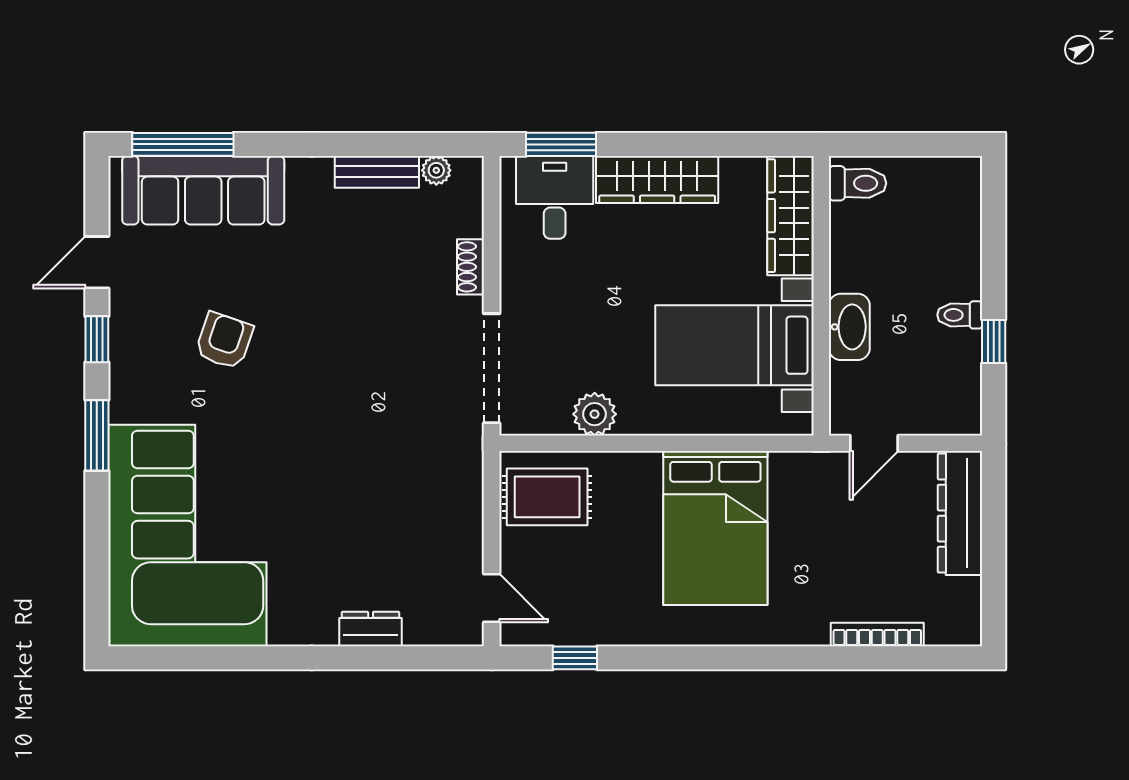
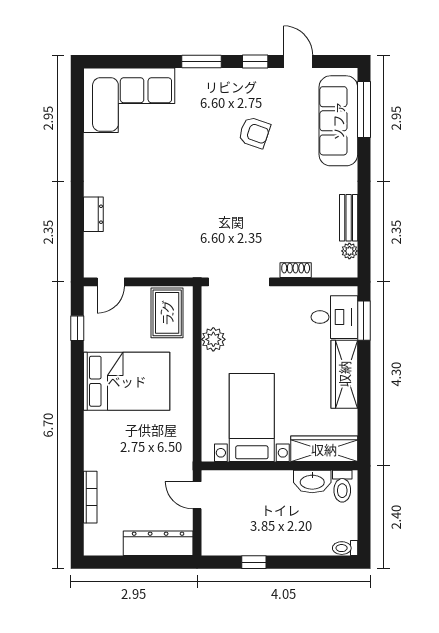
toilet: (960, 315) -> (345, 548), moved, turned -90
washbasin: (849, 327) -> (312, 482), moved
bed: (715, 528) -> (127, 381), moved, turned 180
corner sofa: (187, 536) -> (129, 100), width x0.73, depth x0.74

